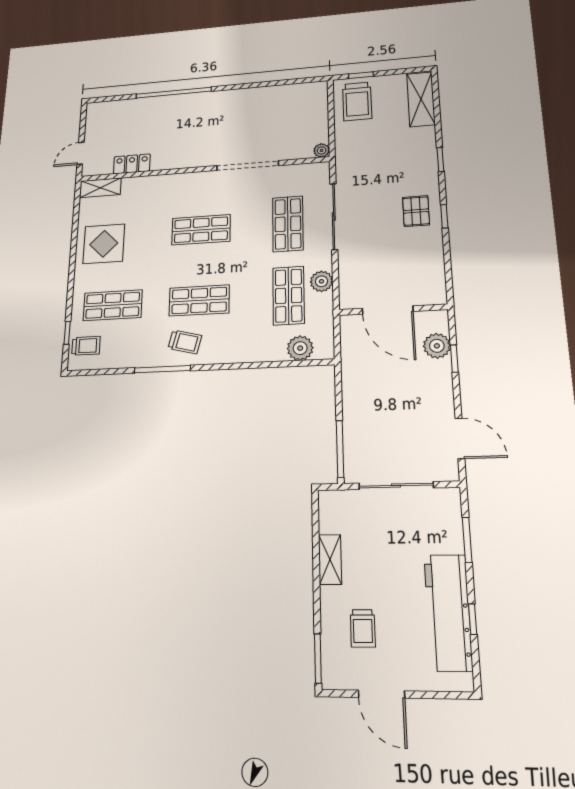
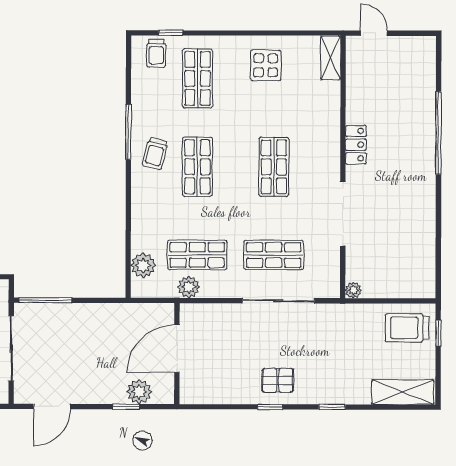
locker: (132, 164) -> (356, 145), moved
display table: (104, 244) -> (266, 65), width x0.73, depth x0.73
plant: (321, 281) -> (189, 287), moved

